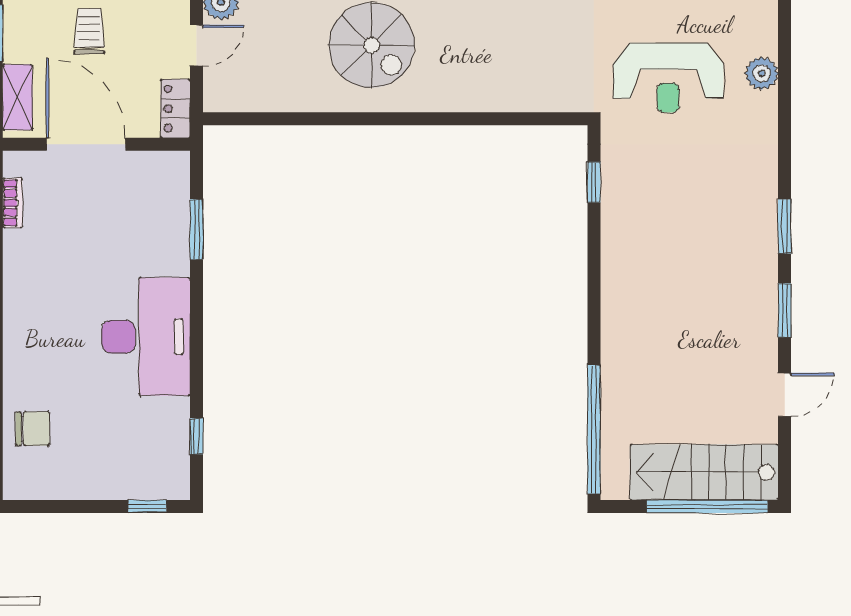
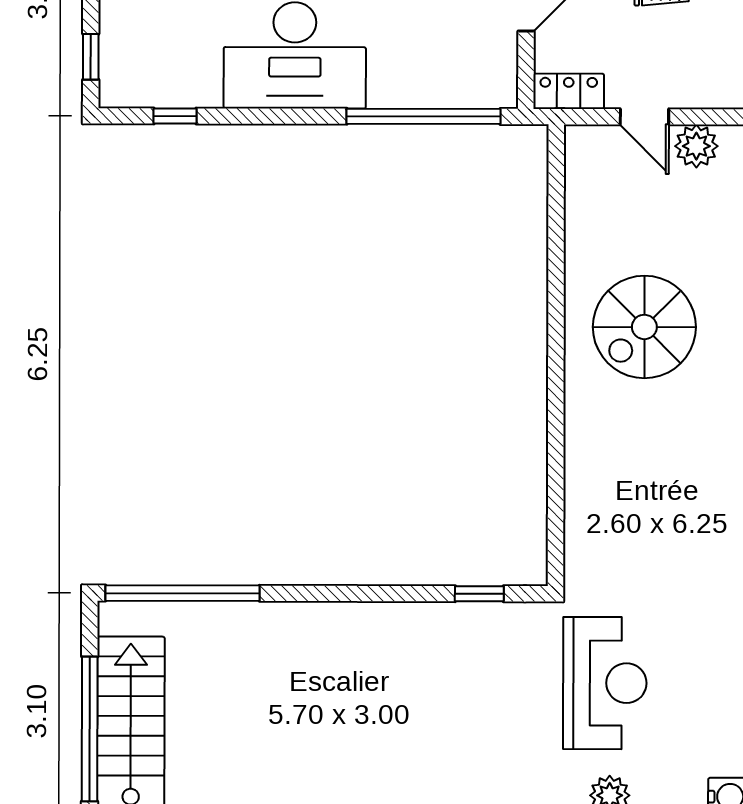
reception desk: (668, 78) -> (605, 683), turned 180
window: (197, 229) -> (424, 116), width x2.11

